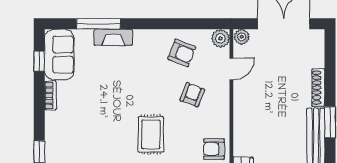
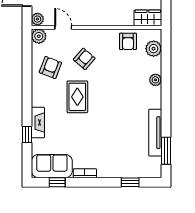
window: (98, 24) -> (27, 135), width x0.46
armchair: (192, 95) -> (84, 59), turned 110
rug: (151, 134) -> (77, 97), moved, turned 90

